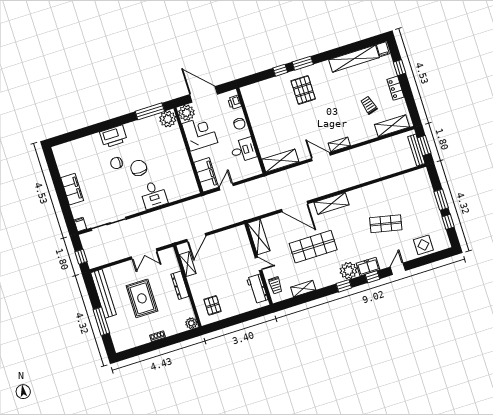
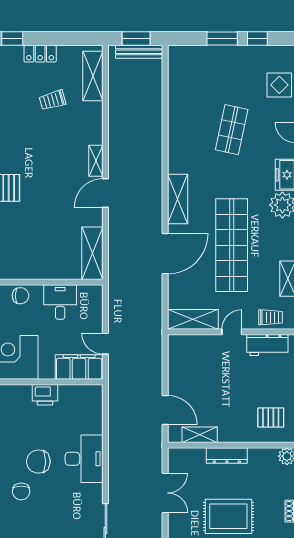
printer: (182, 159) -> (45, 395), added
desk: (154, 195) -> (84, 459), width x1.37
shop shelf: (313, 247) -> (232, 245), width x1.40

